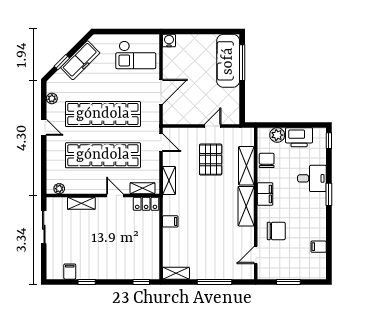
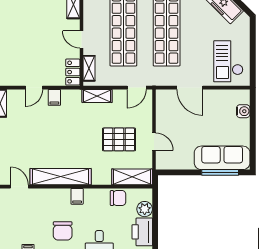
water cooler: (169, 41) -> (243, 111), moved
shelving: (246, 166) -> (132, 177), moved
filing cabinet: (265, 194) -> (77, 196), width x0.50
door: (115, 195) -> (81, 39), swing flipped
shelving: (246, 206) -> (61, 177), width x1.47
chair: (276, 231) -> (63, 231), moved
door: (161, 241) -> (34, 88), added

